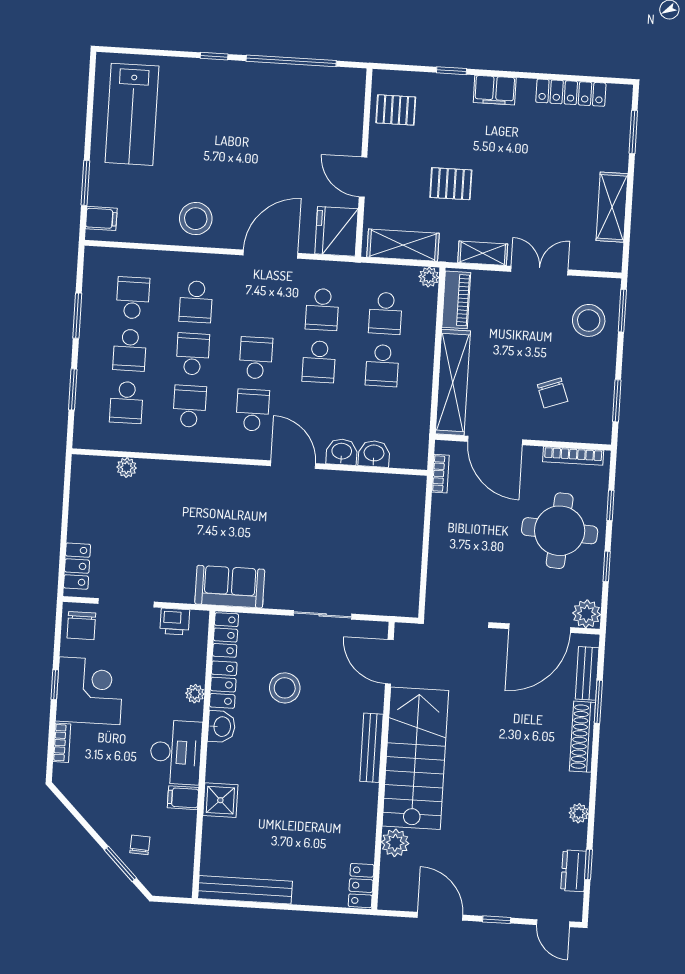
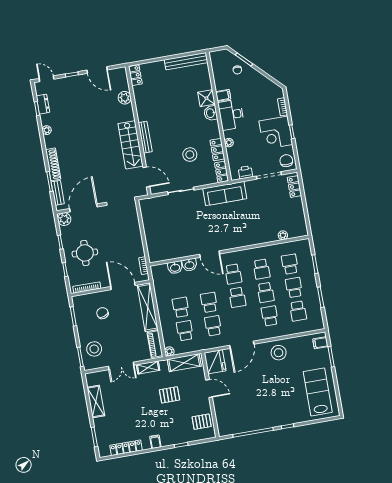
filing cabinet: (495, 90) -> (155, 442), width x0.50
round table: (560, 531) -> (85, 253), width x0.73, depth x0.73
sofa: (230, 587) -> (225, 194), width x1.36
washbasin: (221, 727) -> (211, 113), moved
stairs: (415, 758) -> (130, 145), width x0.73, depth x0.66

